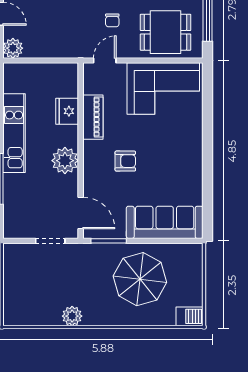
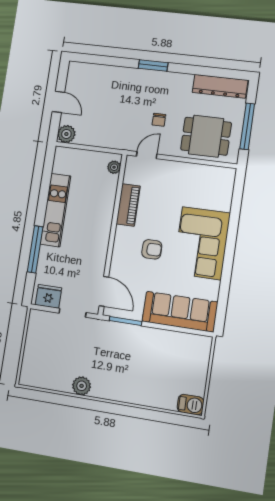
corner sofa: (163, 89) -> (202, 243), moved, turned 90
fridge: (67, 111) -> (49, 296), moved, turned 90
plant: (65, 161) -> (114, 167), moved, width x0.53, depth x0.53
parasol: (140, 279) -> (149, 361), removed

